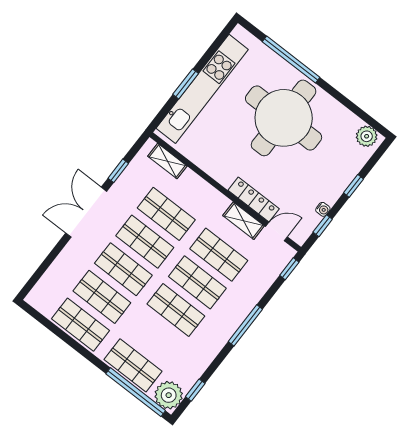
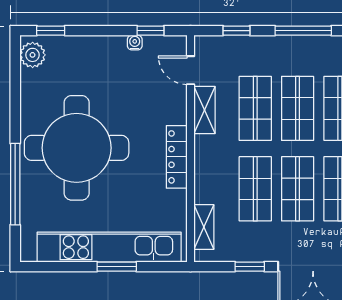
window: (354, 186) -> (51, 31), moved
locker: (254, 199) -> (177, 157), moved
window: (289, 269) -> (236, 31), moved

